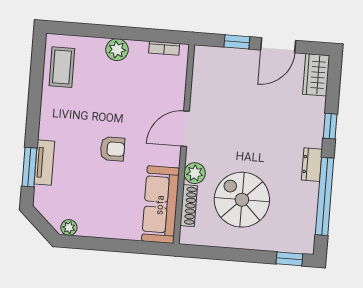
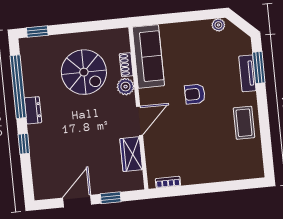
plant: (117, 50) -> (206, 174), removed
coffee table: (62, 67) -> (244, 123), moved
wardrobe: (316, 75) -> (131, 154), moved, turned 180
shoe rack: (189, 206) -> (126, 65), width x0.70

